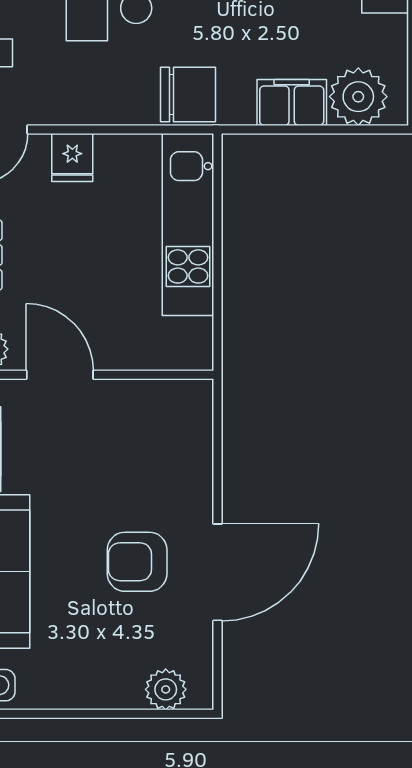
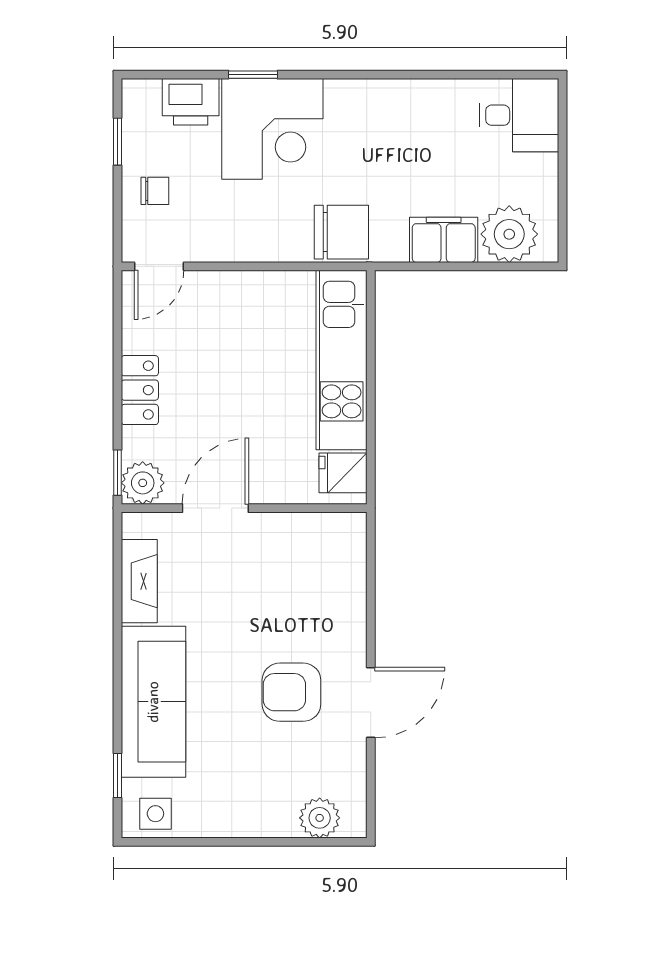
fridge: (72, 158) -> (343, 473), moved, turned 90
door: (60, 375) -> (215, 508), hinge flipped
door: (218, 572) -> (371, 703), width x0.73

